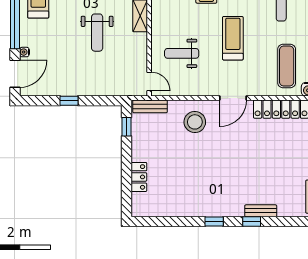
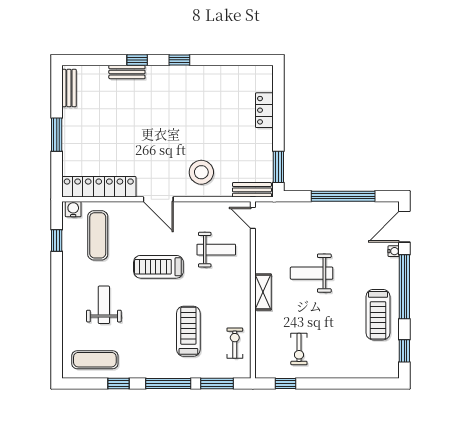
weight bench: (97, 33) -> (312, 273), turned -90
treadmill: (233, 38) -> (158, 267), turned 90
door: (233, 98) -> (158, 199), swing flipped
window: (69, 101) -> (343, 196), width x3.17
window: (127, 127) -> (278, 167), width x1.50

